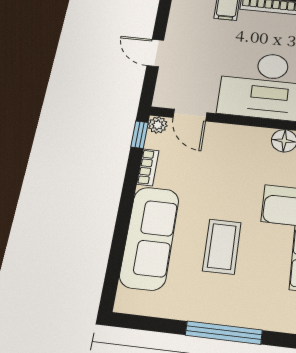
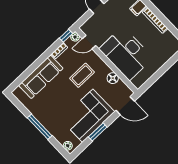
door: (190, 115) -> (89, 42), hinge flipped
coffee table: (222, 247) -> (82, 75), moved

